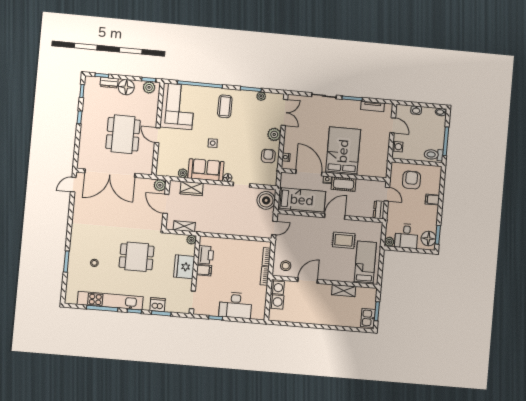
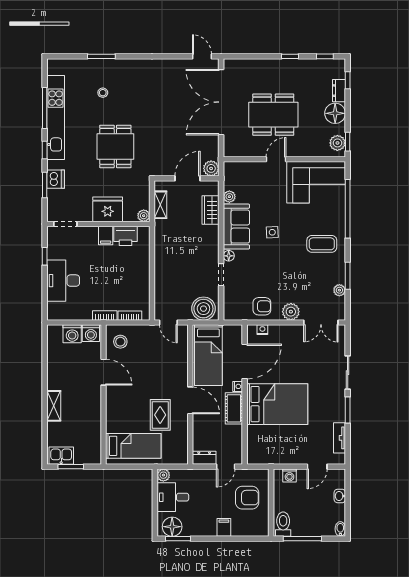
shelving: (344, 291) -> (54, 406), moved

